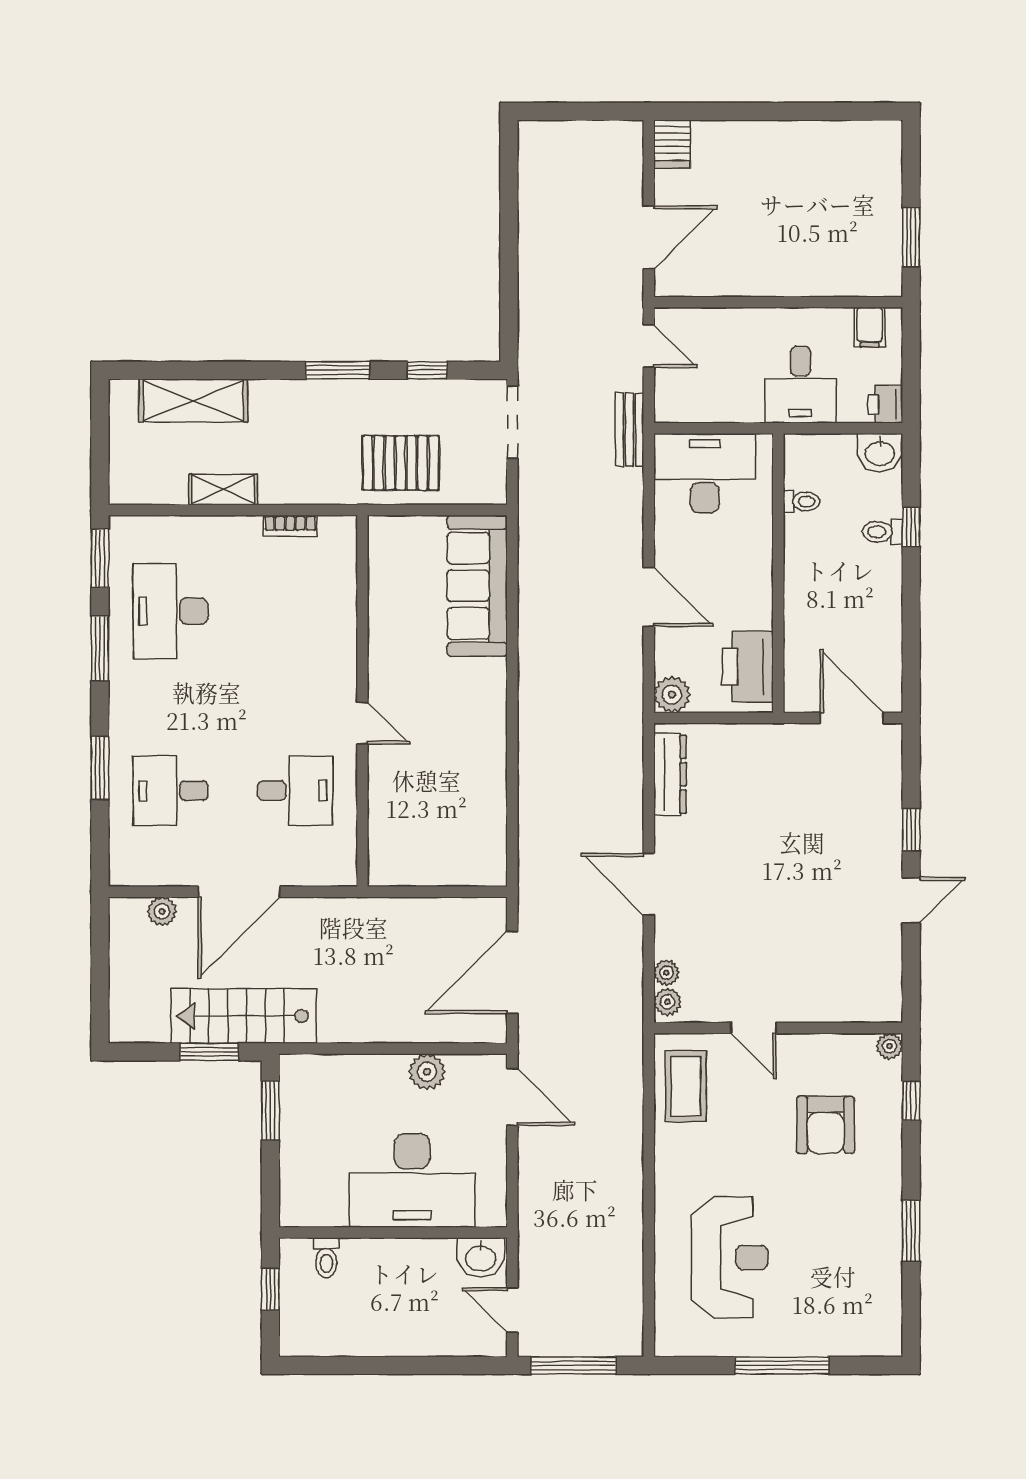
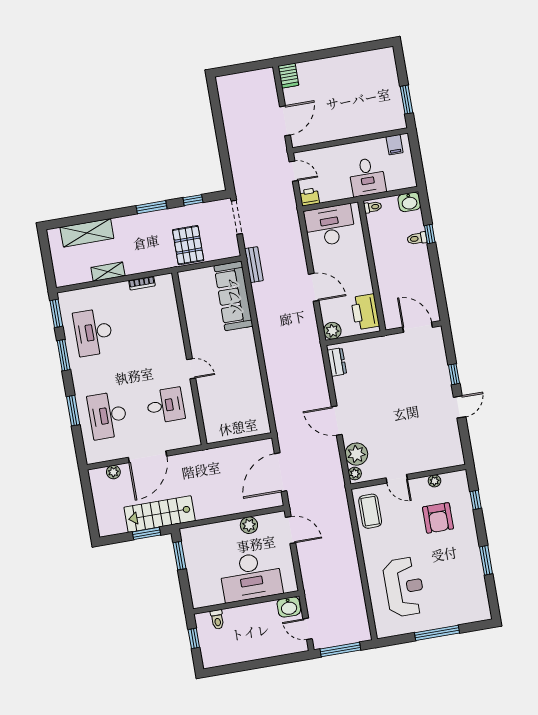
printer: (885, 404) -> (310, 197), moved, turned 90
bench: (629, 429) -> (254, 265), moved
pallet: (401, 463) -> (188, 245), turned 90
toilet: (801, 501) -> (373, 207), moved
dresser: (670, 774) -> (337, 362), width x0.70
desk: (171, 791) -> (108, 415), width x1.37
plant: (666, 973) -> (356, 454), width x1.88, depth x1.88
plant: (890, 1046) -> (434, 481), moved

